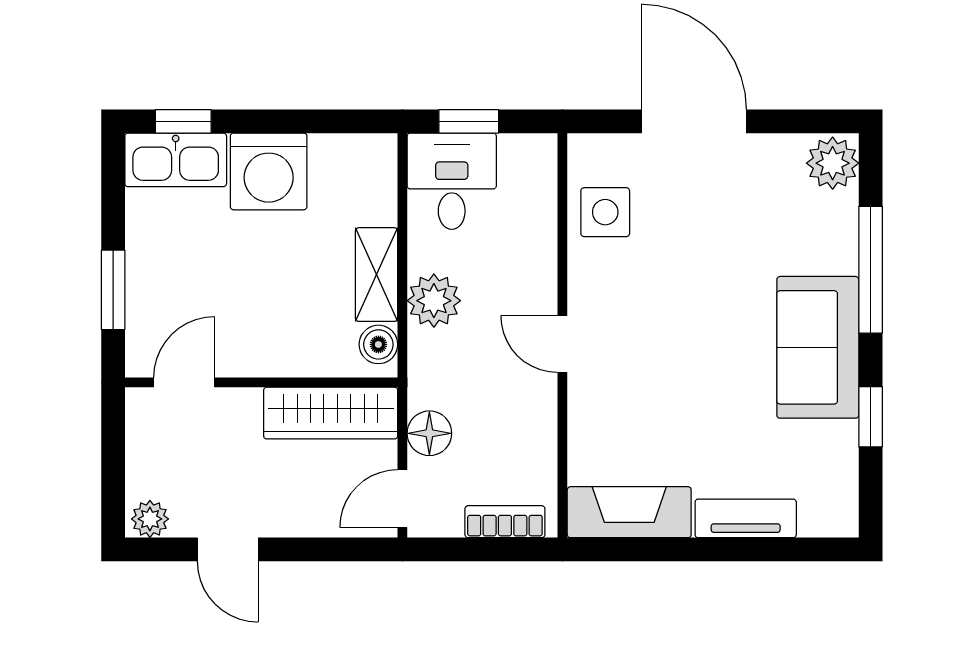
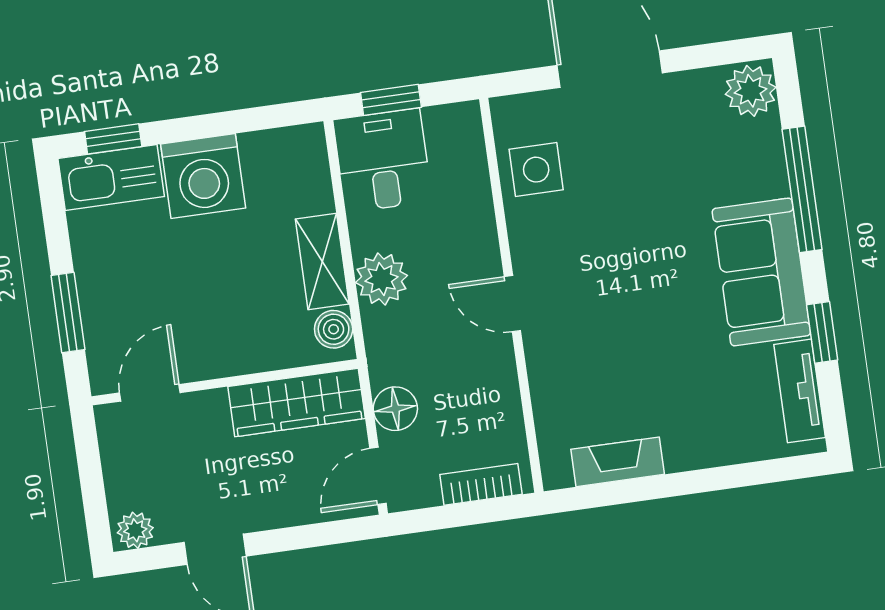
fireplace: (629, 512) -> (618, 462), width x0.73, depth x0.76
tv unit: (746, 518) -> (800, 391), moved, turned -90

